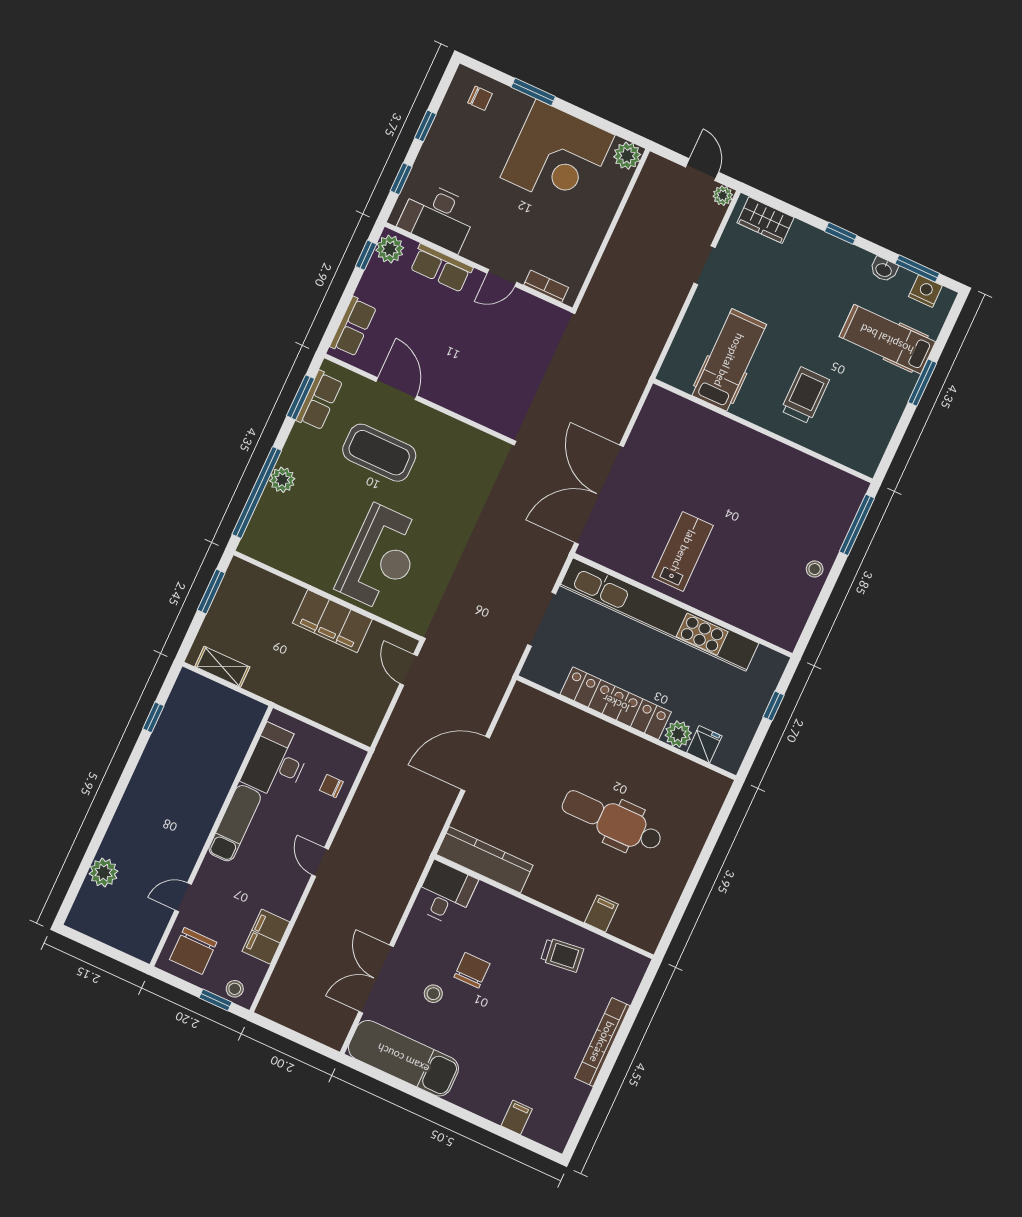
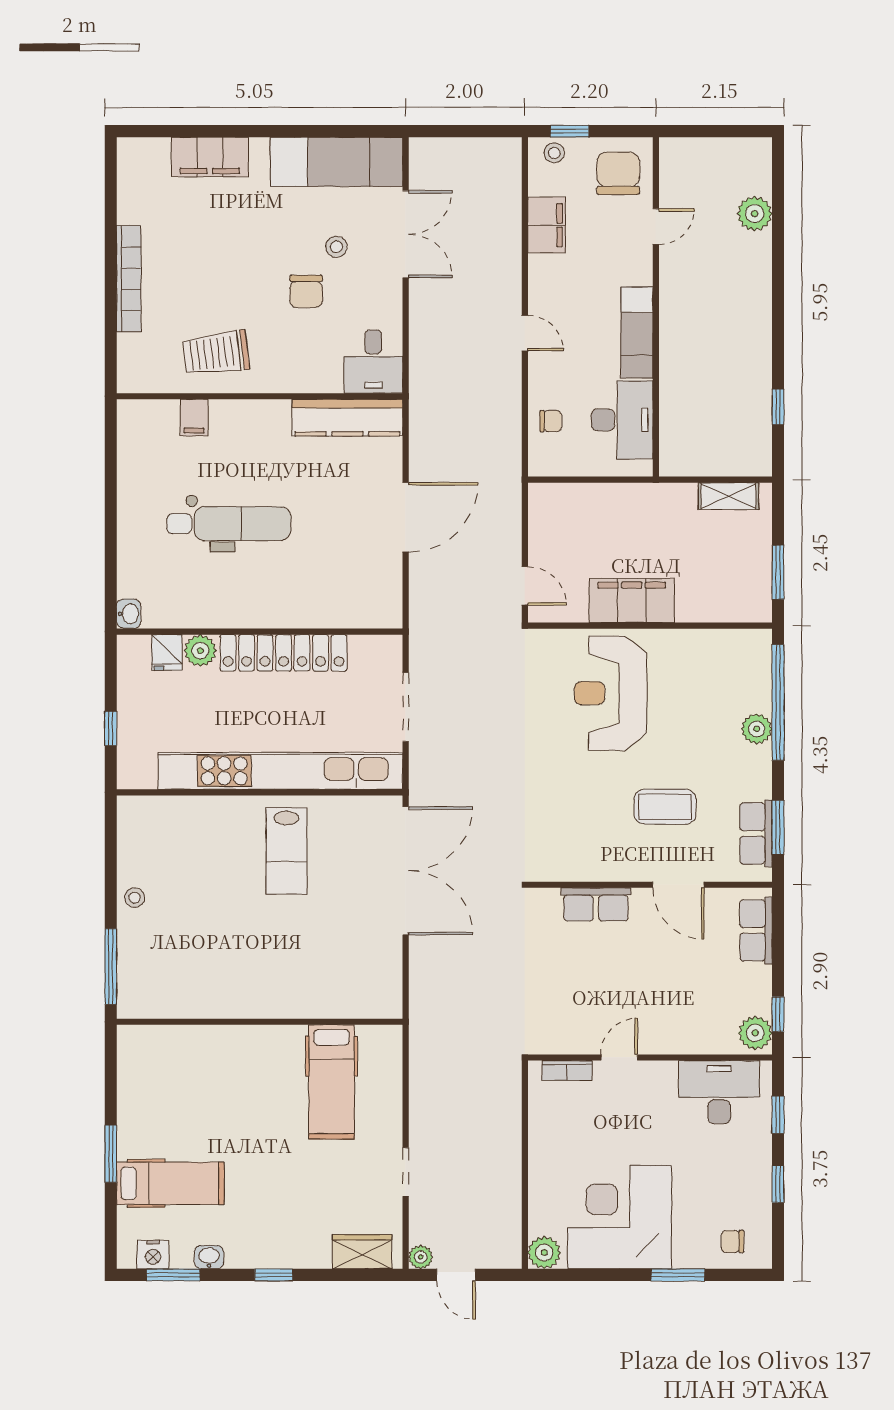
row of seats: (441, 268) -> (596, 904), moved, turned 180
trolley: (805, 395) -> (232, 1081), removed
coffee table: (379, 453) -> (665, 807), width x0.73, depth x0.76
washbasin: (720, 787) -> (129, 614), added
trolley: (562, 955) -> (216, 353), width x1.36, depth x1.39
filing cabinet: (517, 1117) -> (210, 157), width x3.00, depth x1.17

